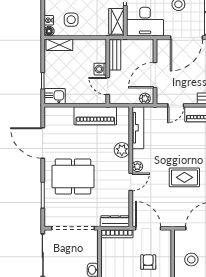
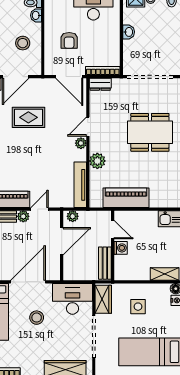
side table: (71, 20) -> (138, 307), moved
plant: (191, 98) -> (23, 216), added
rug: (184, 177) -> (28, 117), moved
dresser: (115, 221) -> (100, 84), width x0.70

